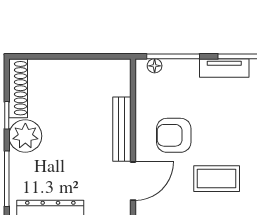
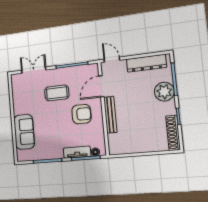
tv unit: (224, 68) -> (77, 152), moved
plant: (25, 136) -> (164, 92), moved

